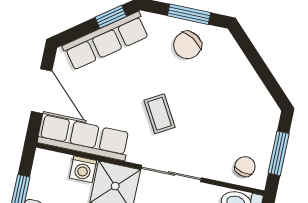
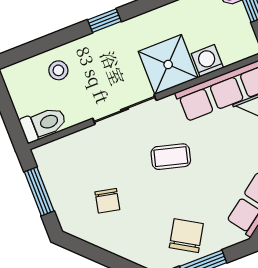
coffee table: (160, 114) -> (171, 157), turned -45
chair: (245, 167) -> (107, 201), moved

